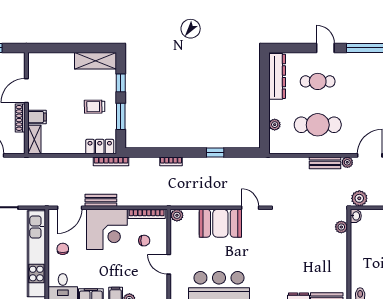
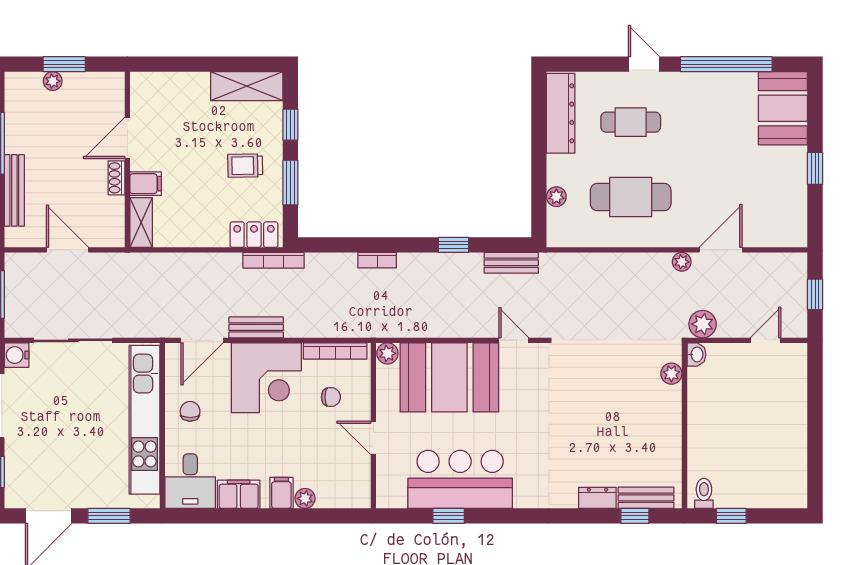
shoe rack: (20, 118) -> (117, 178), width x0.70
bench: (325, 163) -> (511, 263), moved
booth: (220, 223) -> (449, 377), width x1.36, depth x1.42

